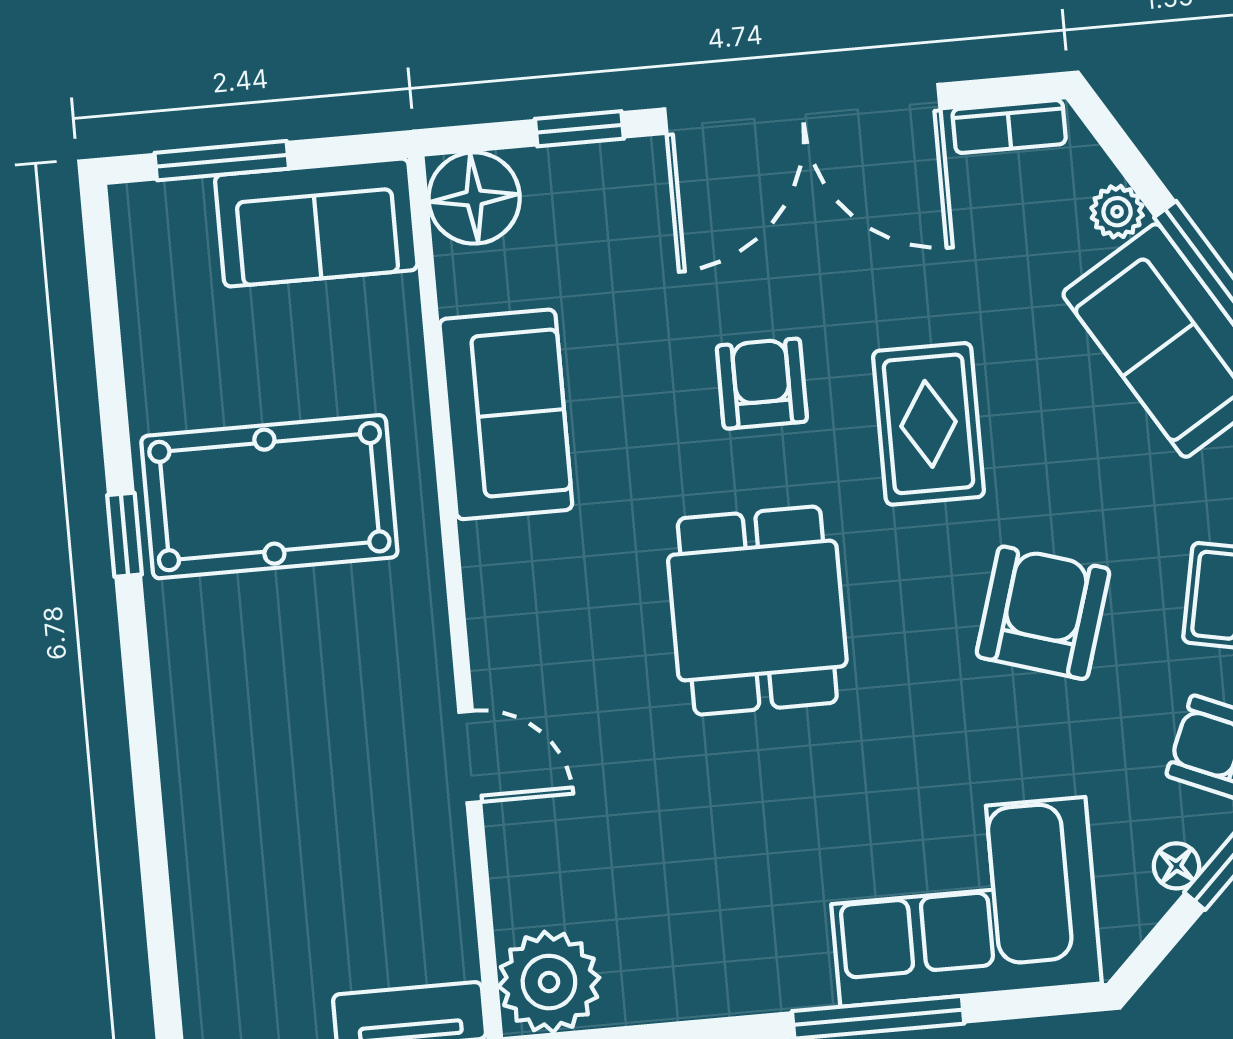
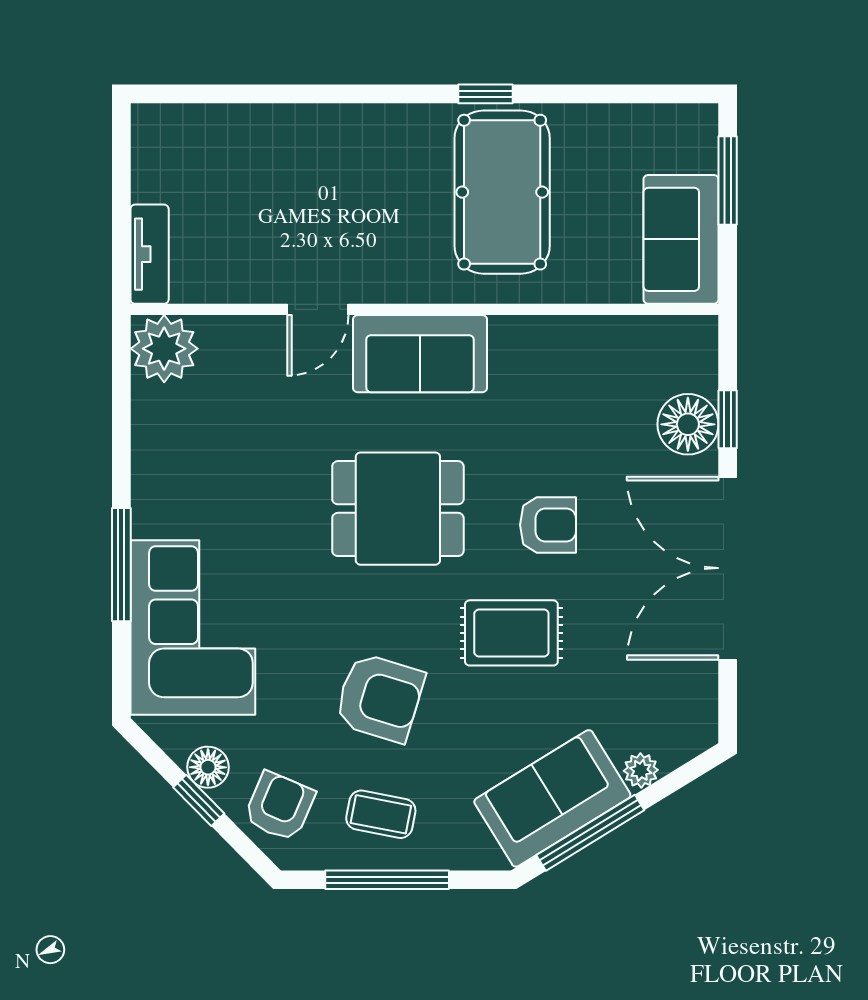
bookcase: (1009, 127) -> (704, 704), removed
floor lamp: (474, 198) -> (688, 424), moved
sofa: (506, 414) -> (420, 354), moved
floor lamp: (1176, 866) -> (208, 767), width x1.37, depth x1.37

